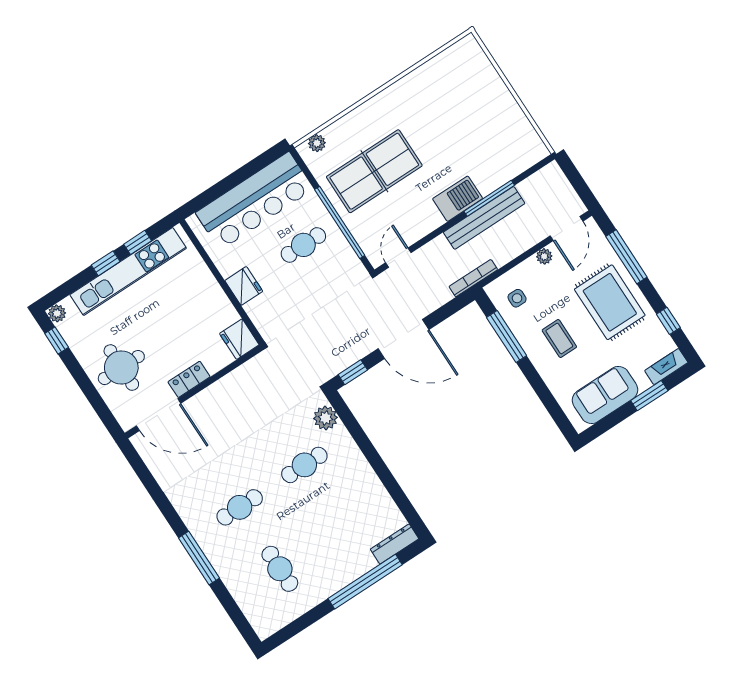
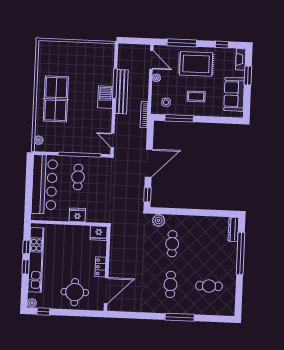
table tennis table: (374, 171) -> (56, 99), moved

